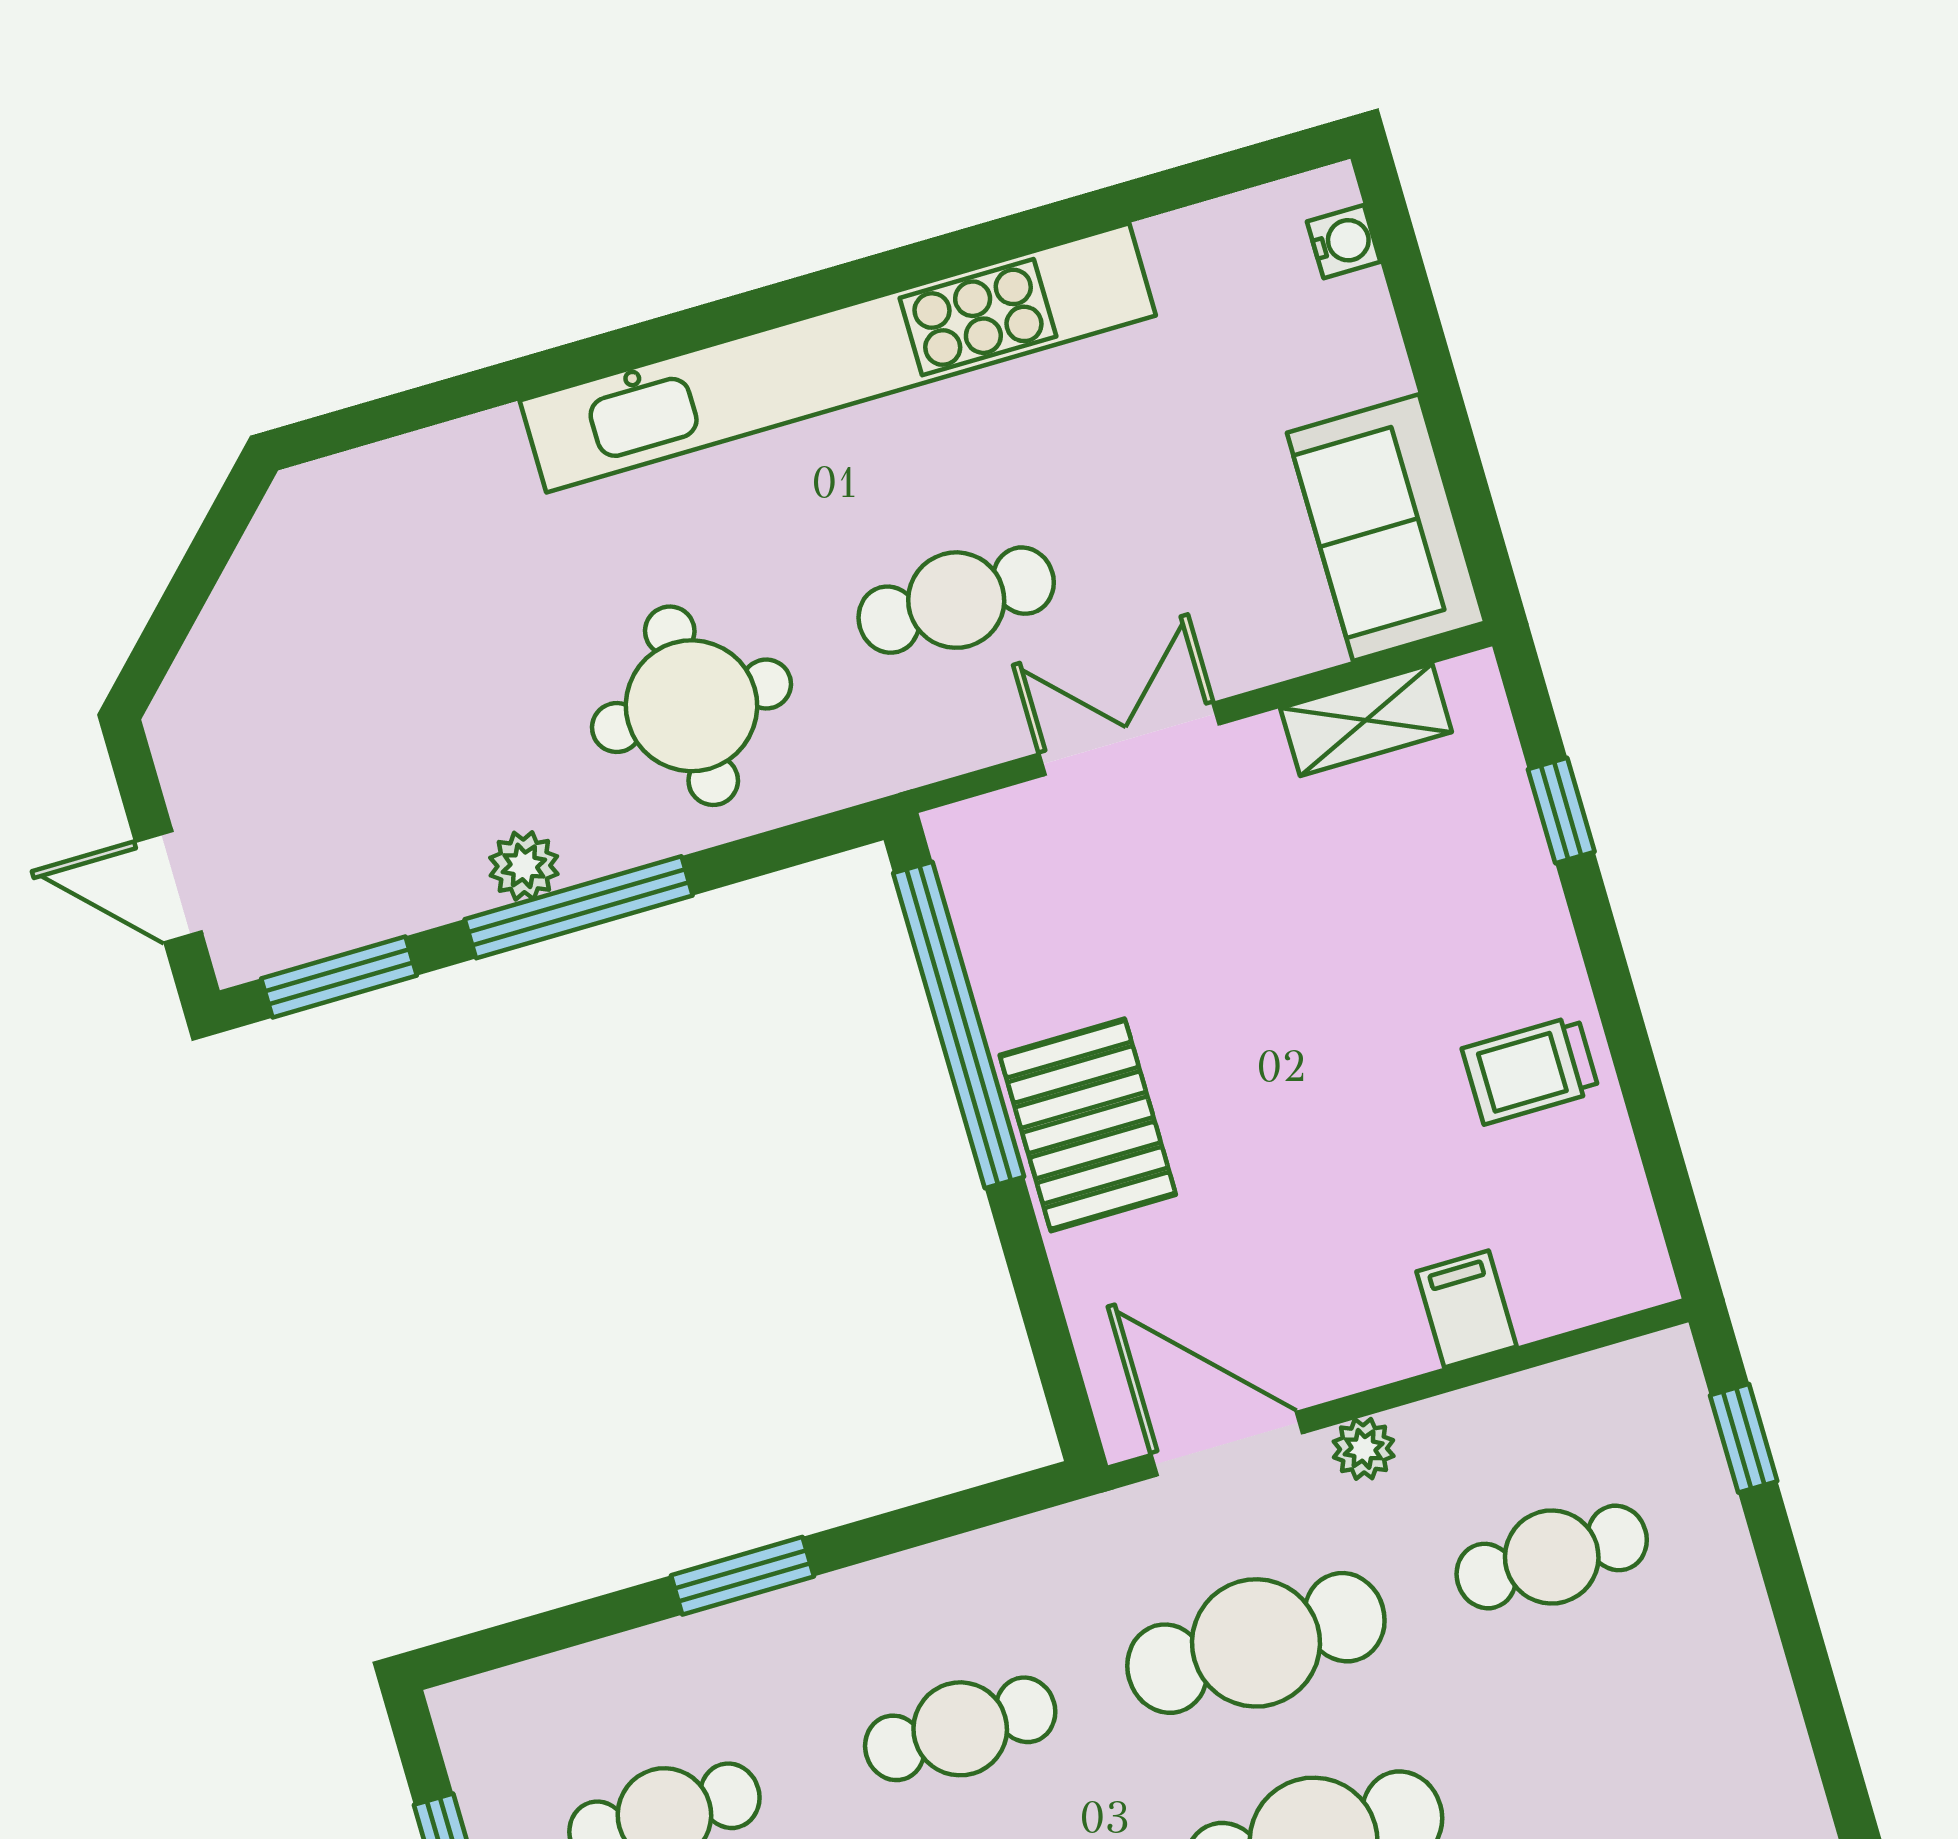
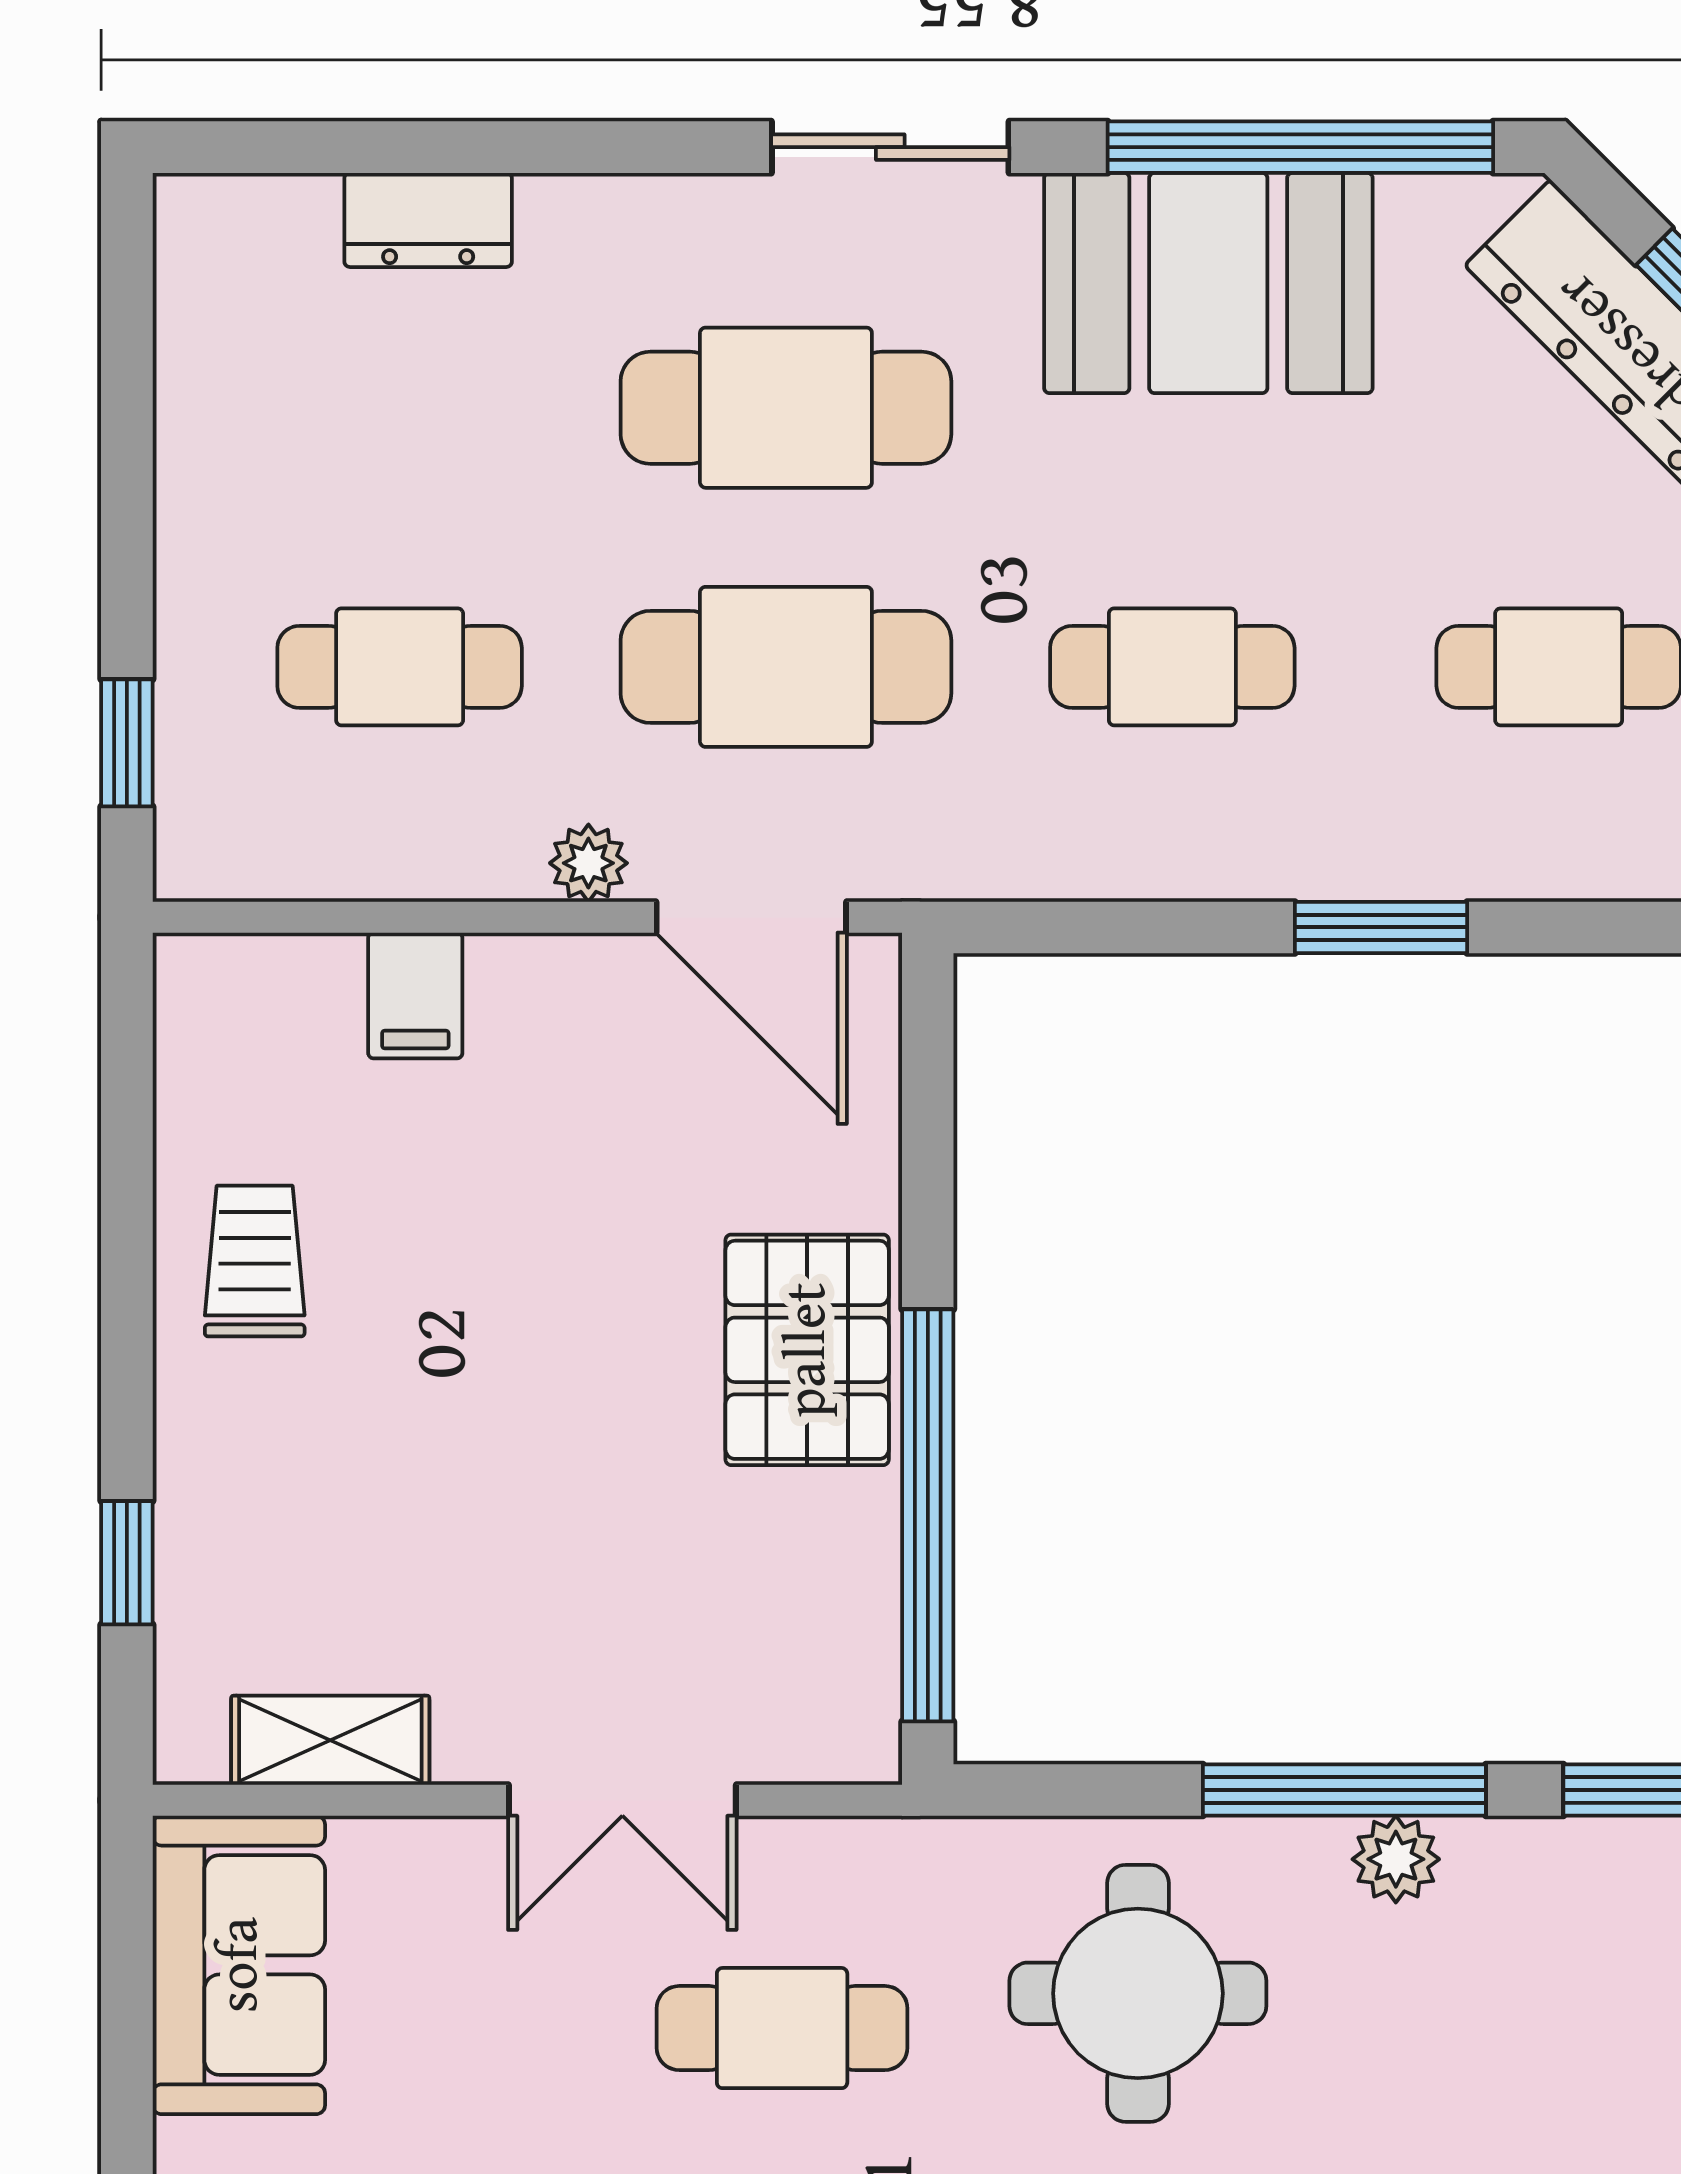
trolley: (1530, 1070) -> (255, 1261), turned -90

